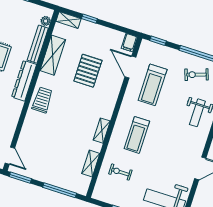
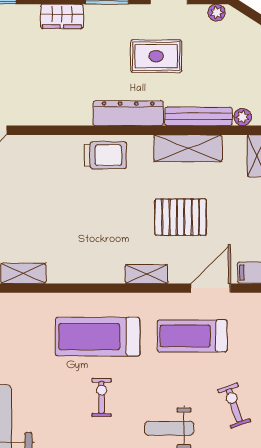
shelving: (102, 131) -> (146, 274), moved
treadmill: (137, 135) -> (98, 337), width x1.37, depth x1.38
exercise bike: (120, 172) -> (102, 397), moved

